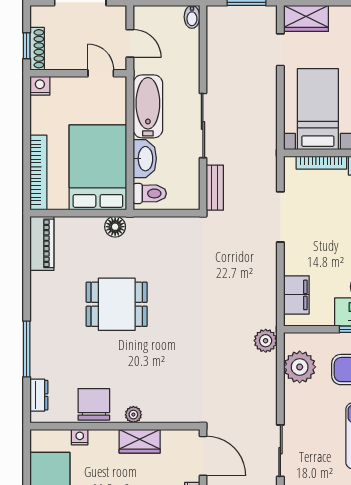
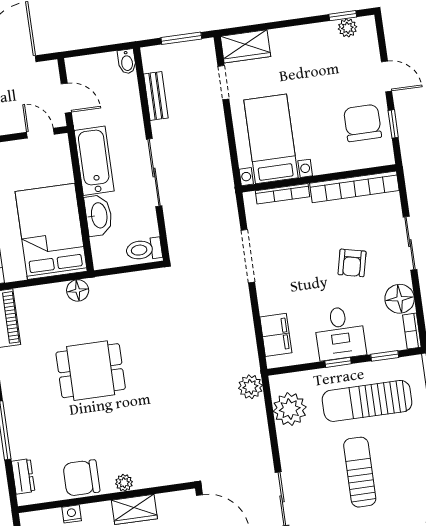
bench: (215, 188) -> (156, 96), moved
toilet: (150, 193) -> (144, 249), moved, turned 180
chair: (94, 404) -> (81, 478), turned -90

